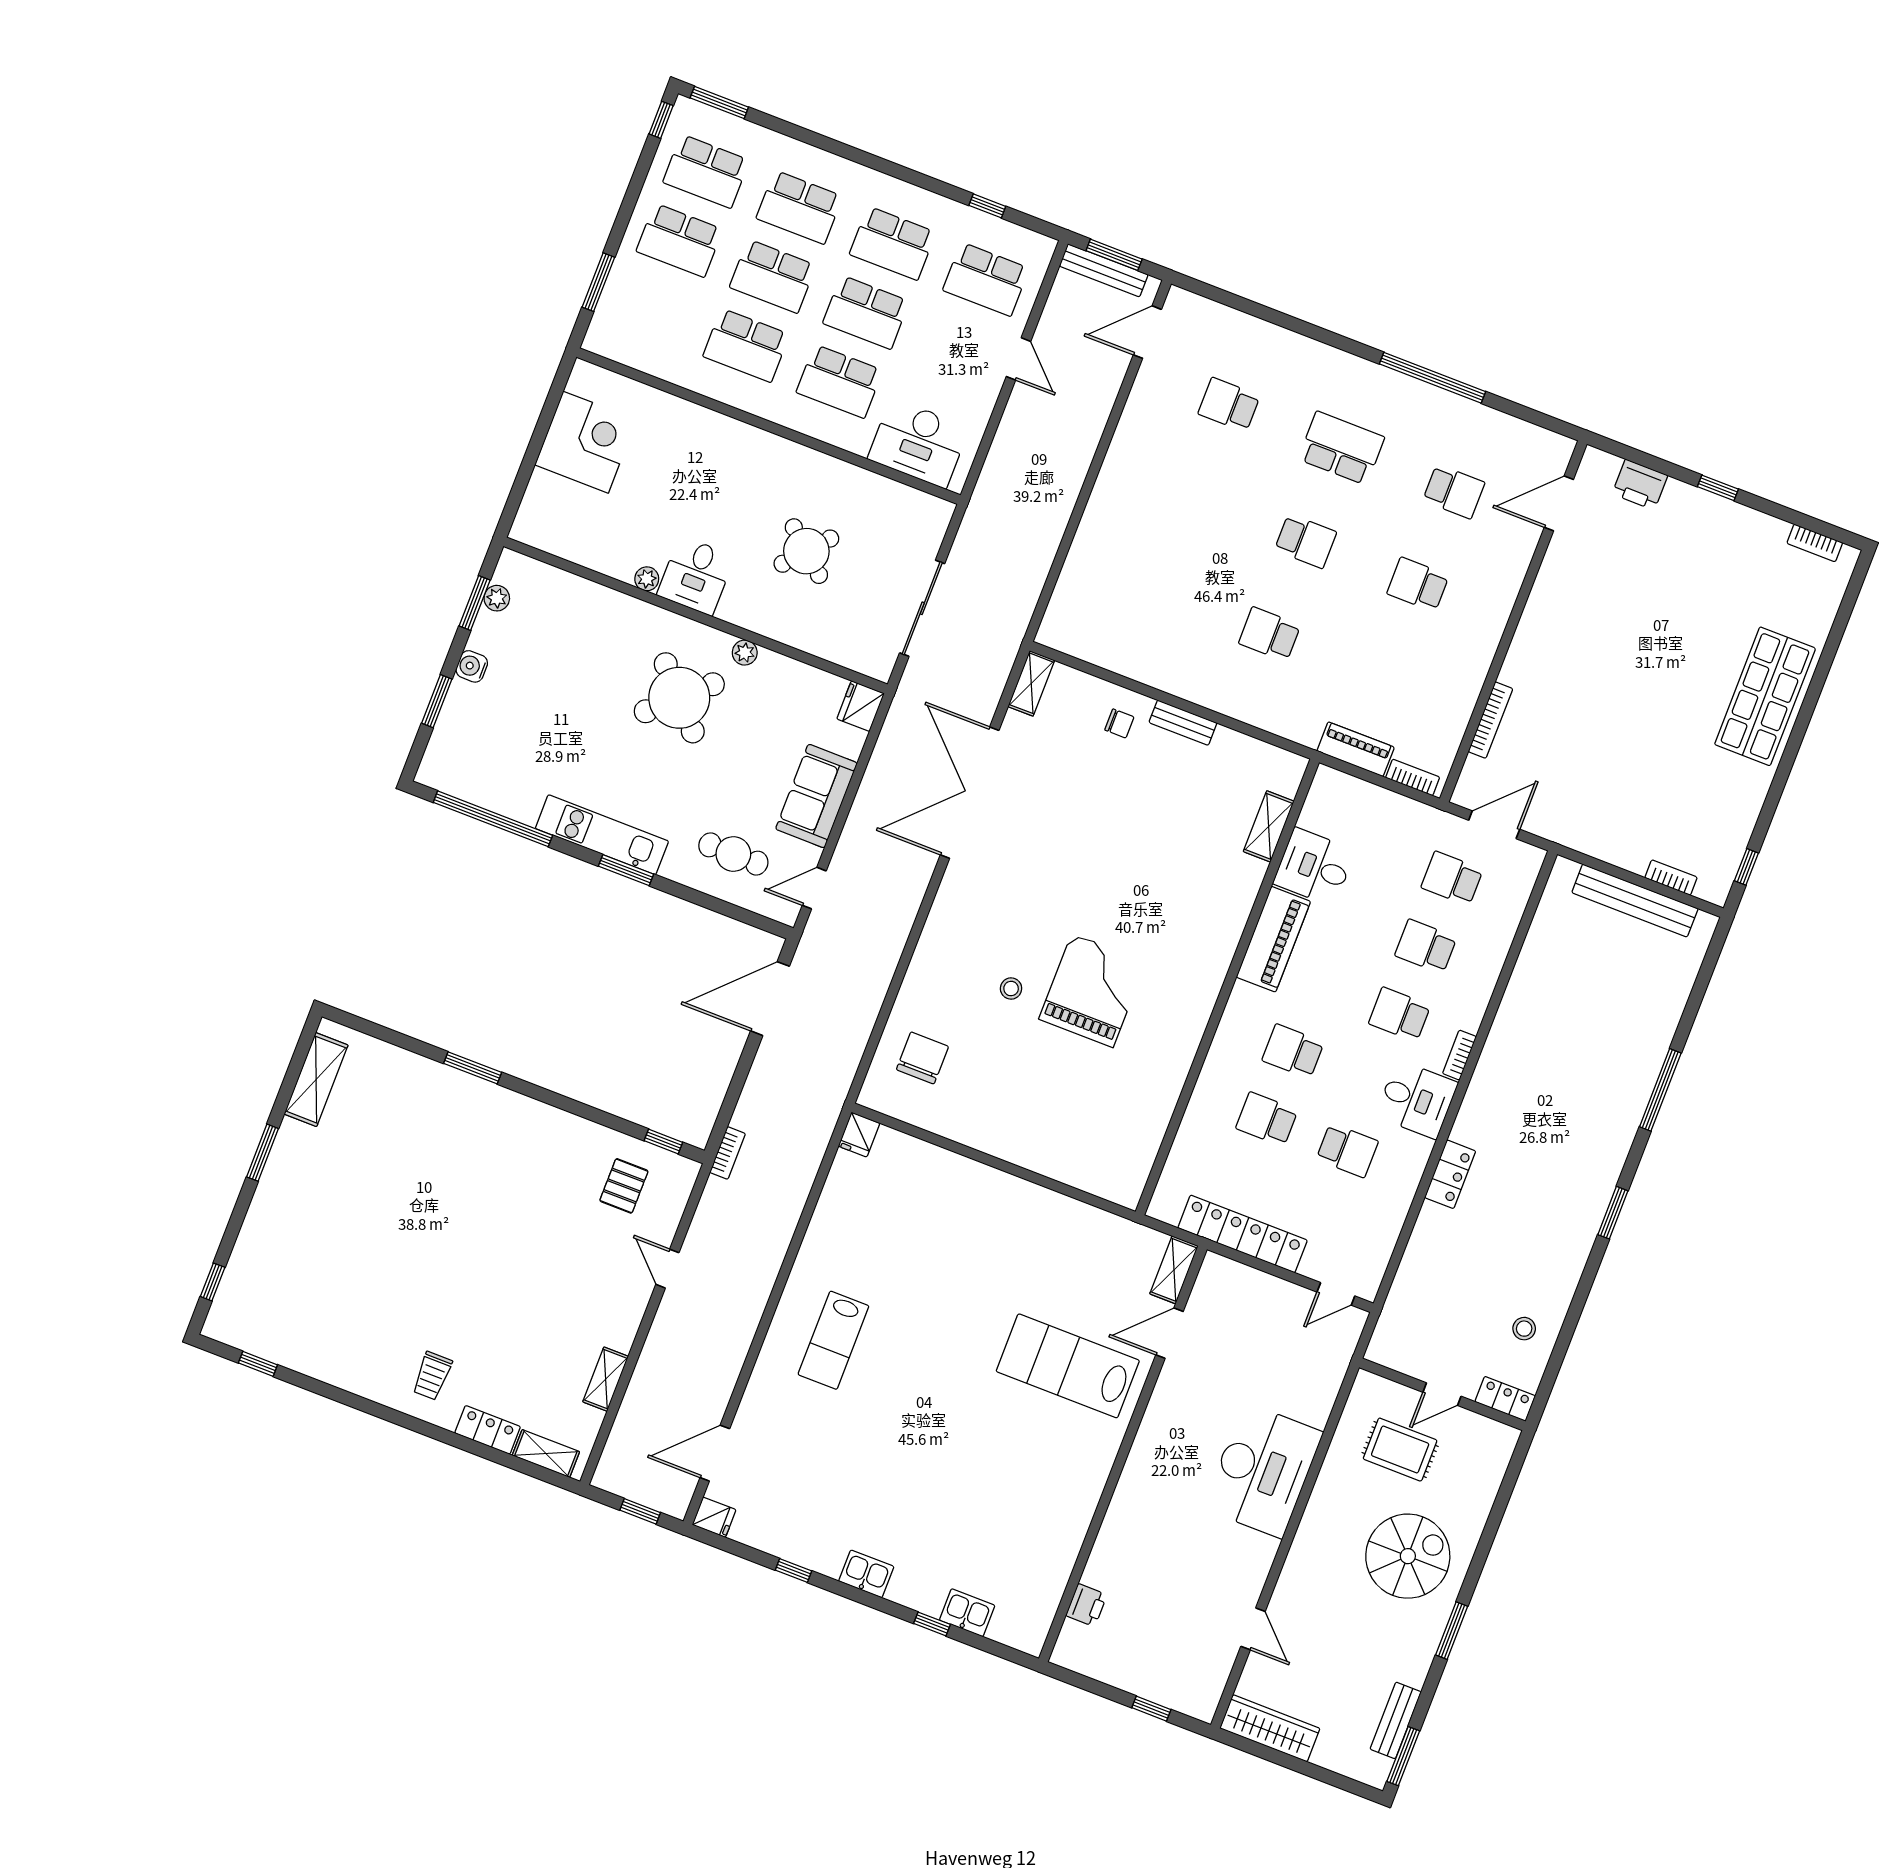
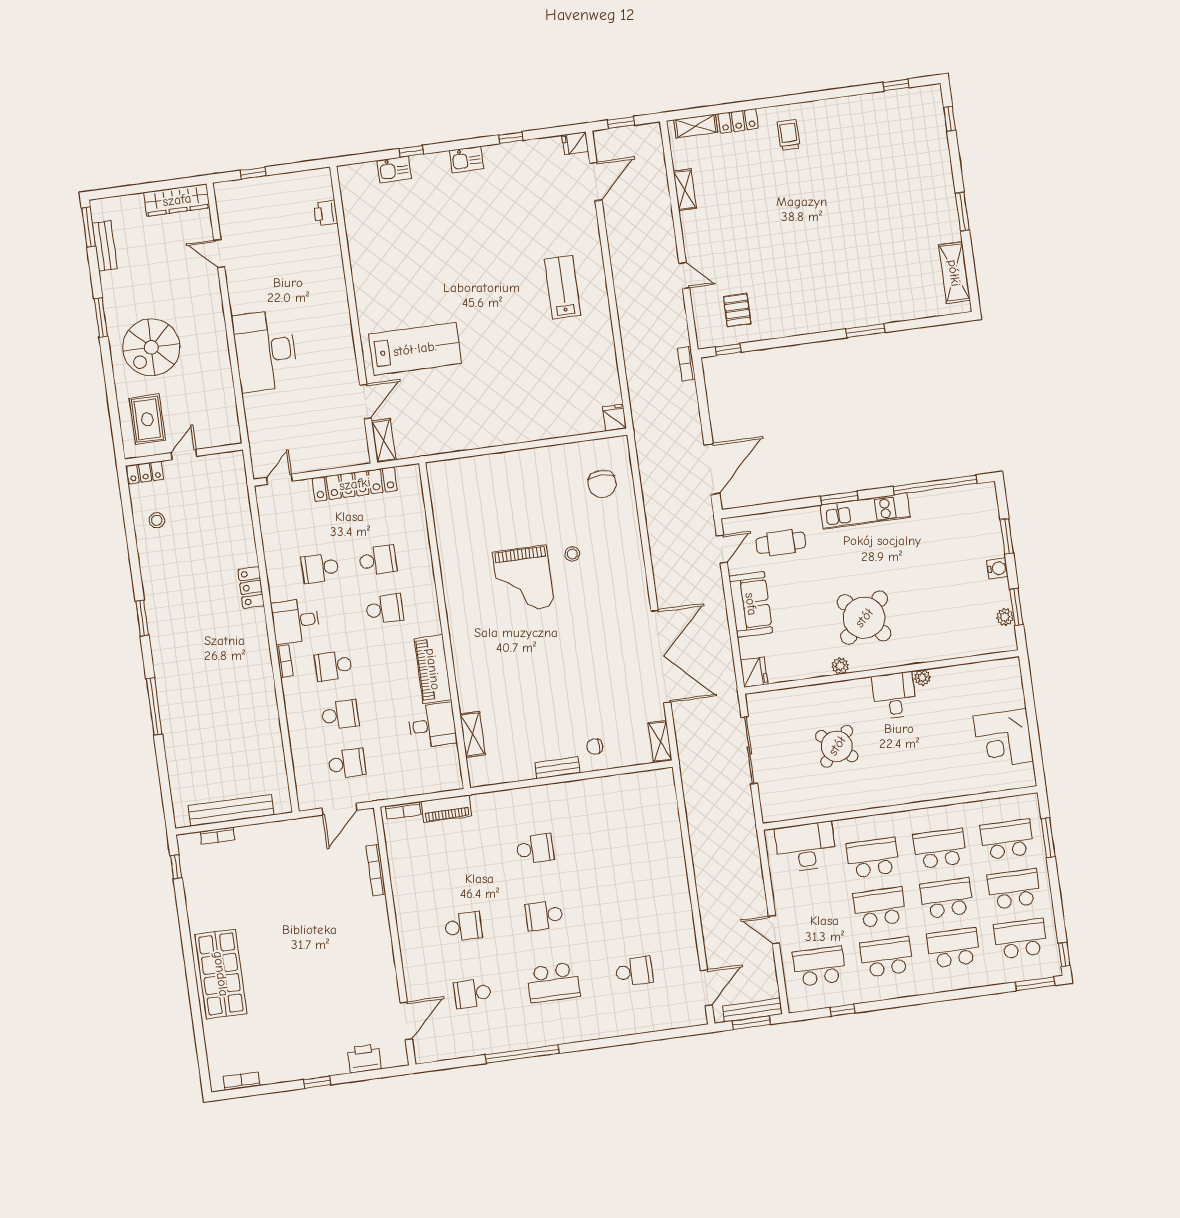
school desk: (653, 309) -> (1007, 839), added
school desk: (1400, 1014) -> (333, 666), turned 180
rug: (1400, 1450) -> (147, 419), moved, turned 90

